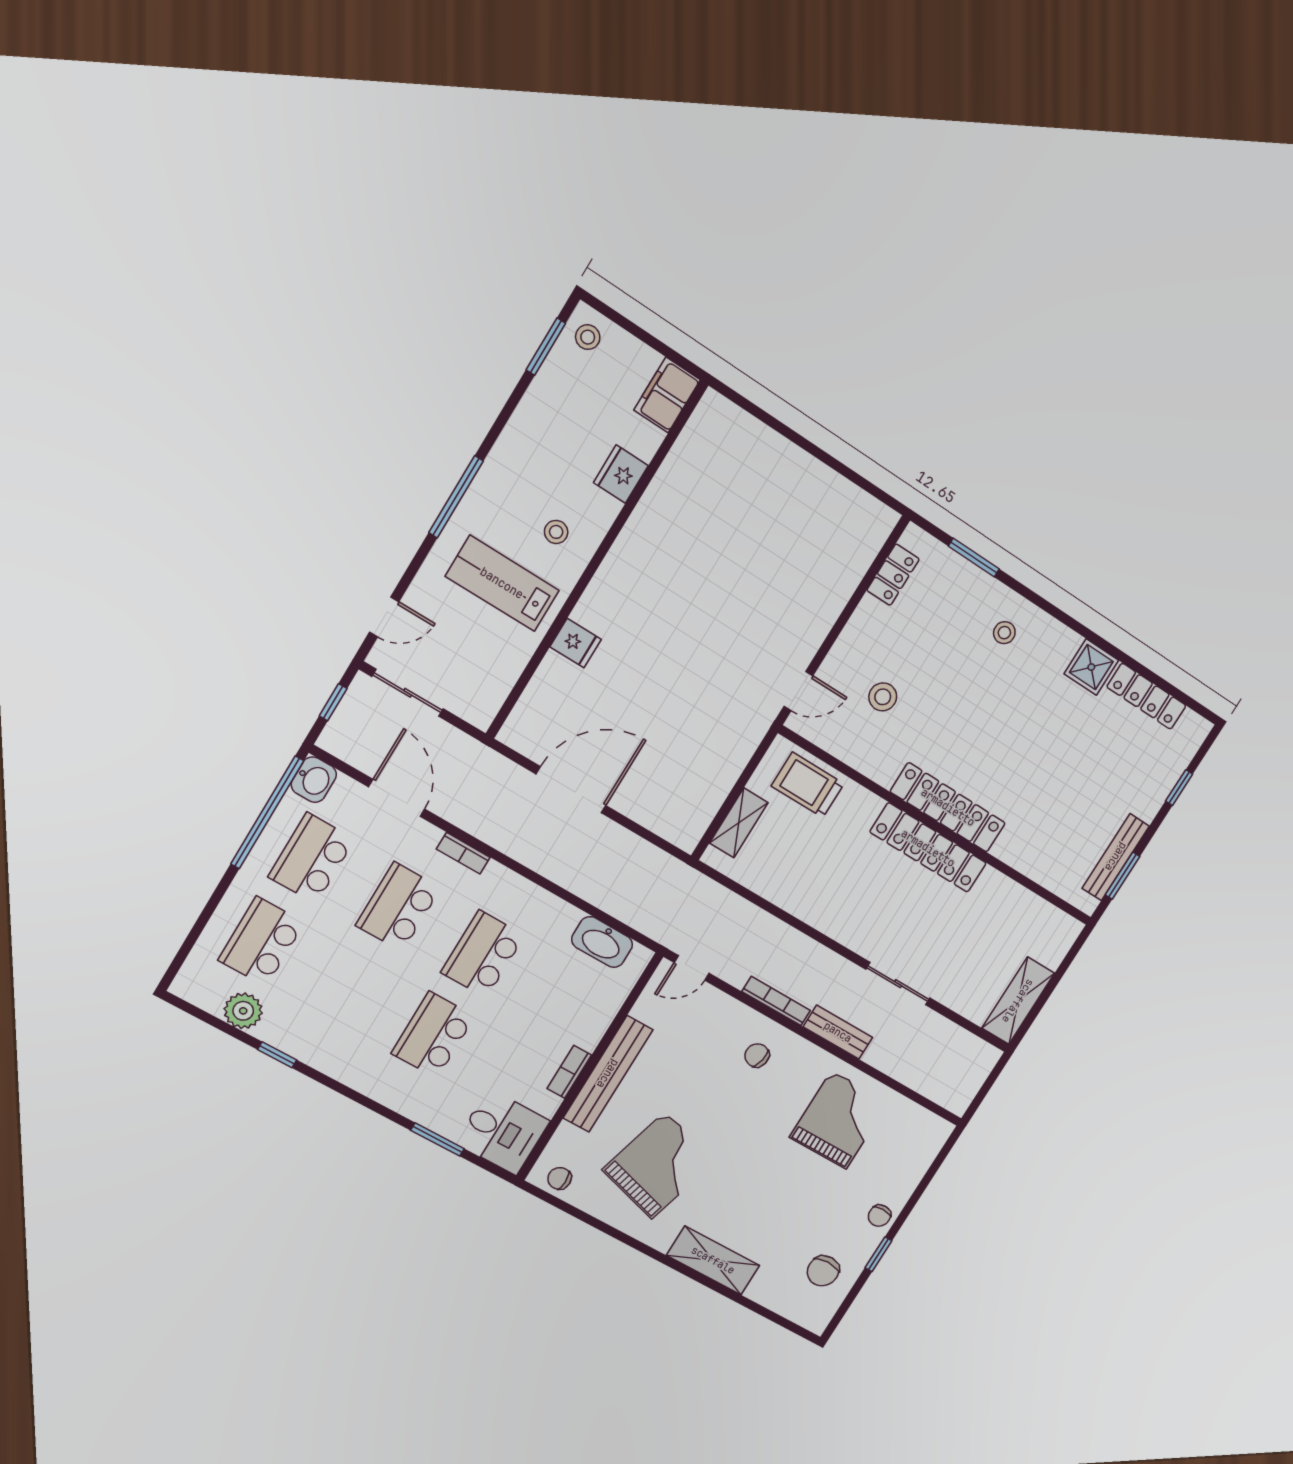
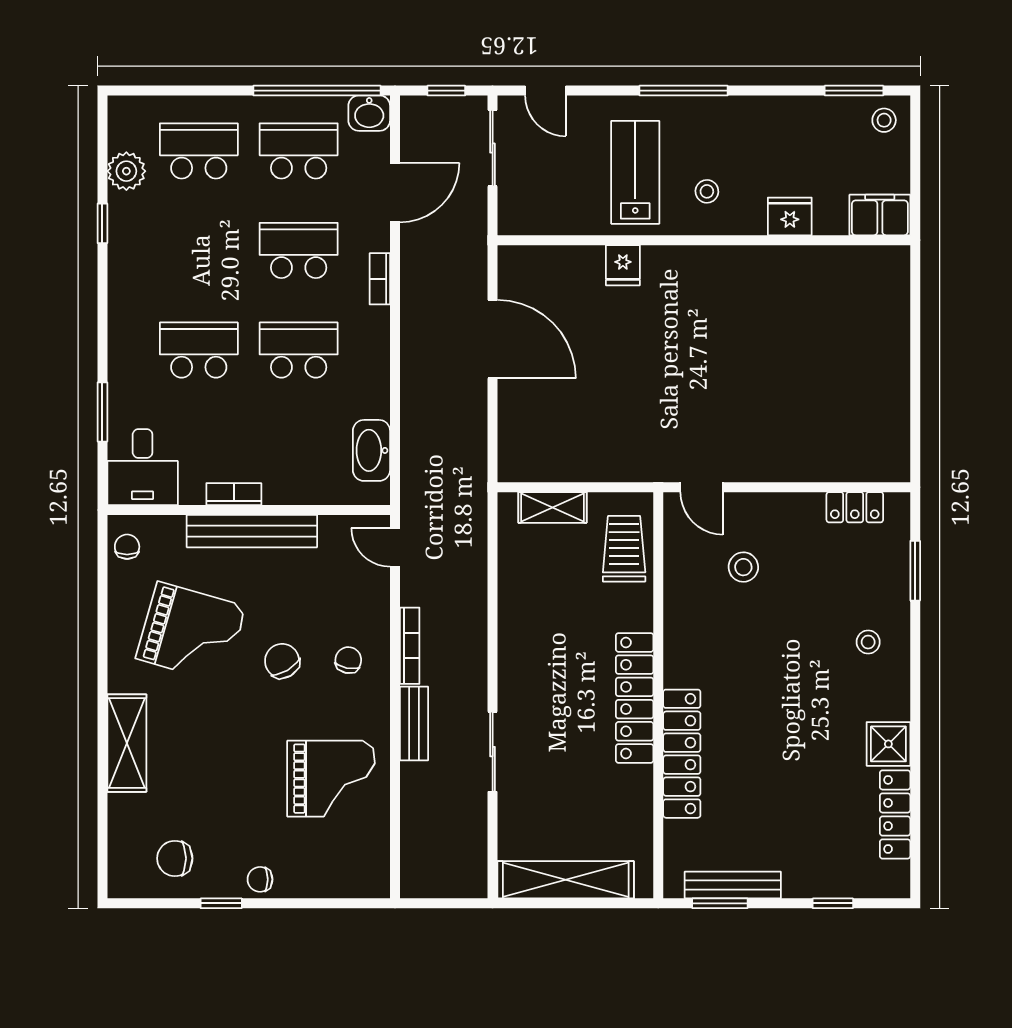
locker: (948, 807) -> (682, 754), moved
shelving: (1018, 1001) -> (566, 880), width x1.47
chair: (725, 1107) -> (282, 661), added

